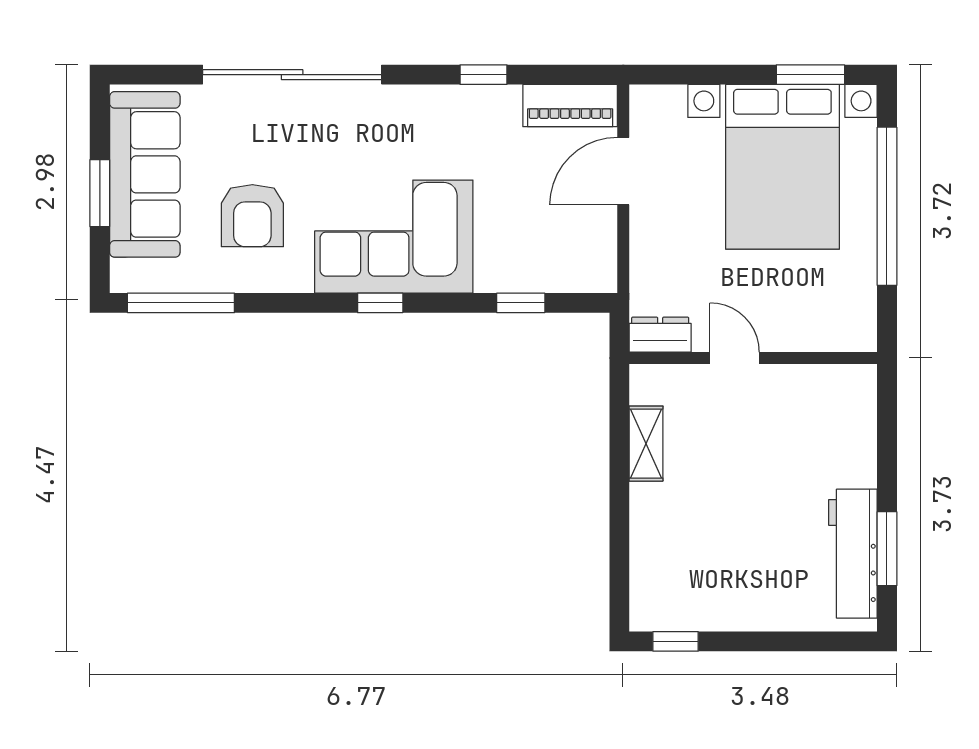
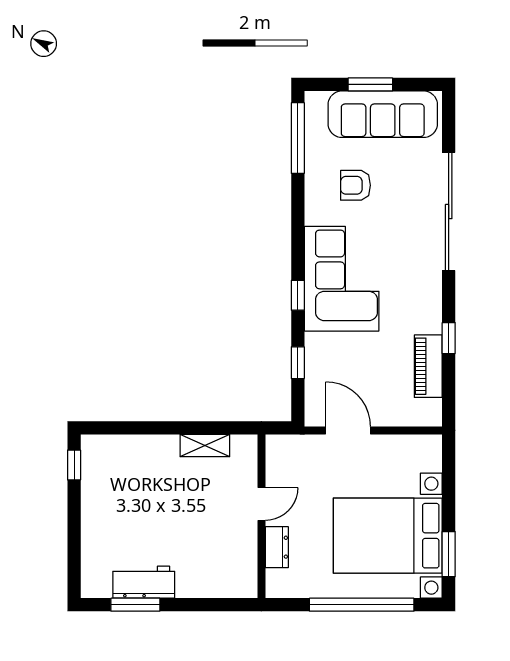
piano: (570, 106) -> (428, 366), moved
door: (623, 171) -> (348, 430), moved
armchair: (252, 216) -> (356, 185), width x0.72, depth x0.72
window: (380, 303) -> (298, 295), moved
dresser: (660, 335) -> (277, 547), moved
workbench: (853, 554) -> (144, 582), width x0.73

